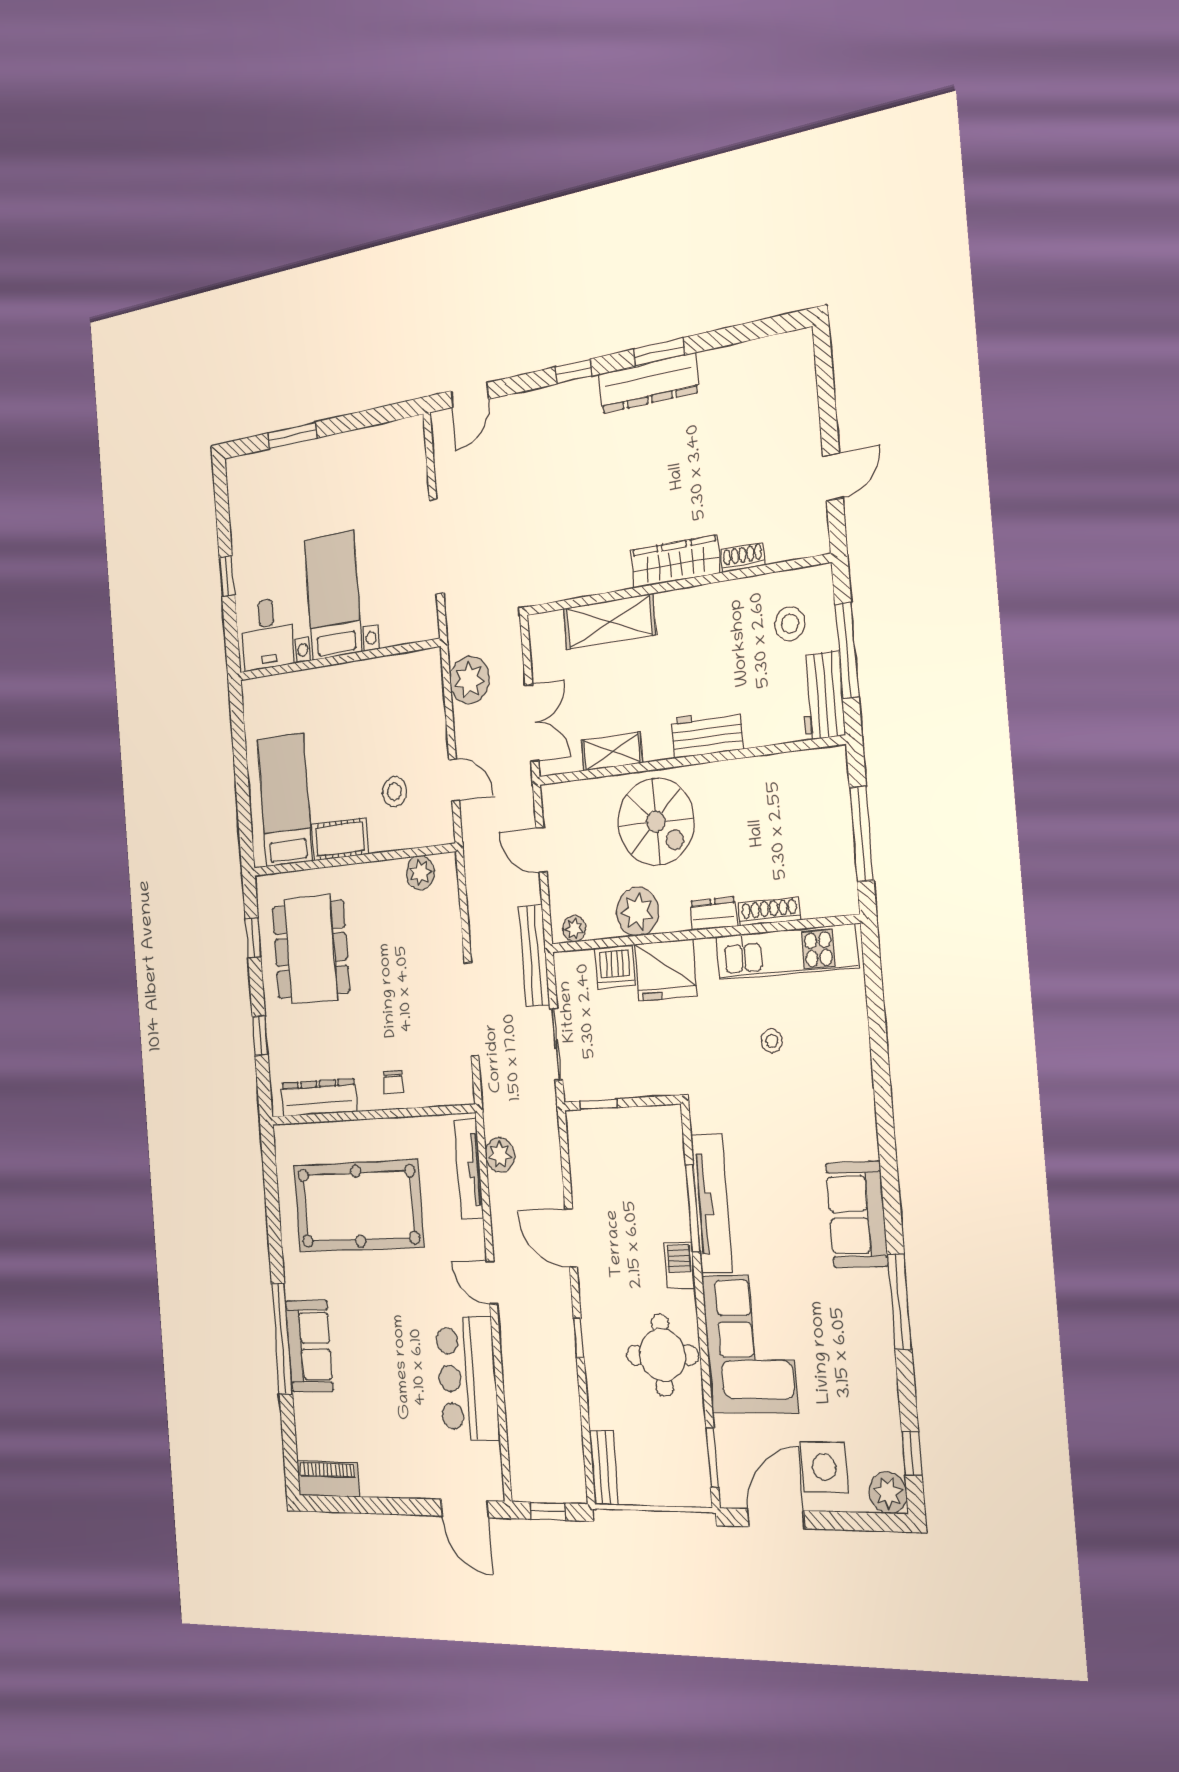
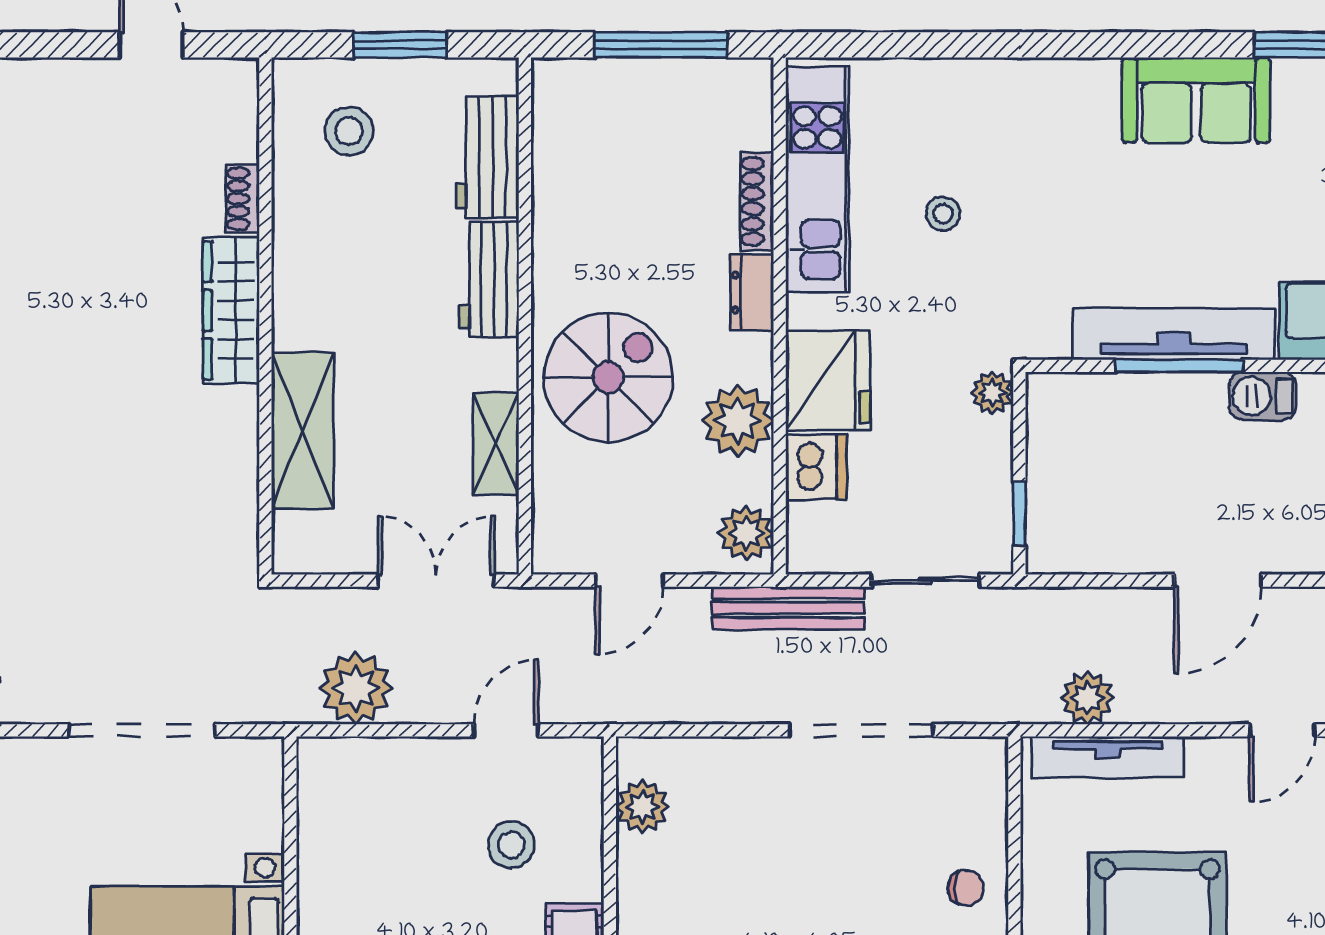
window: (847, 651) -> (400, 45), width x0.69
workbench: (822, 695) -> (487, 157), moved, turned 90
plant: (574, 929) -> (746, 533), width x1.38, depth x1.38
plant: (667, 1082) -> (992, 393), added

